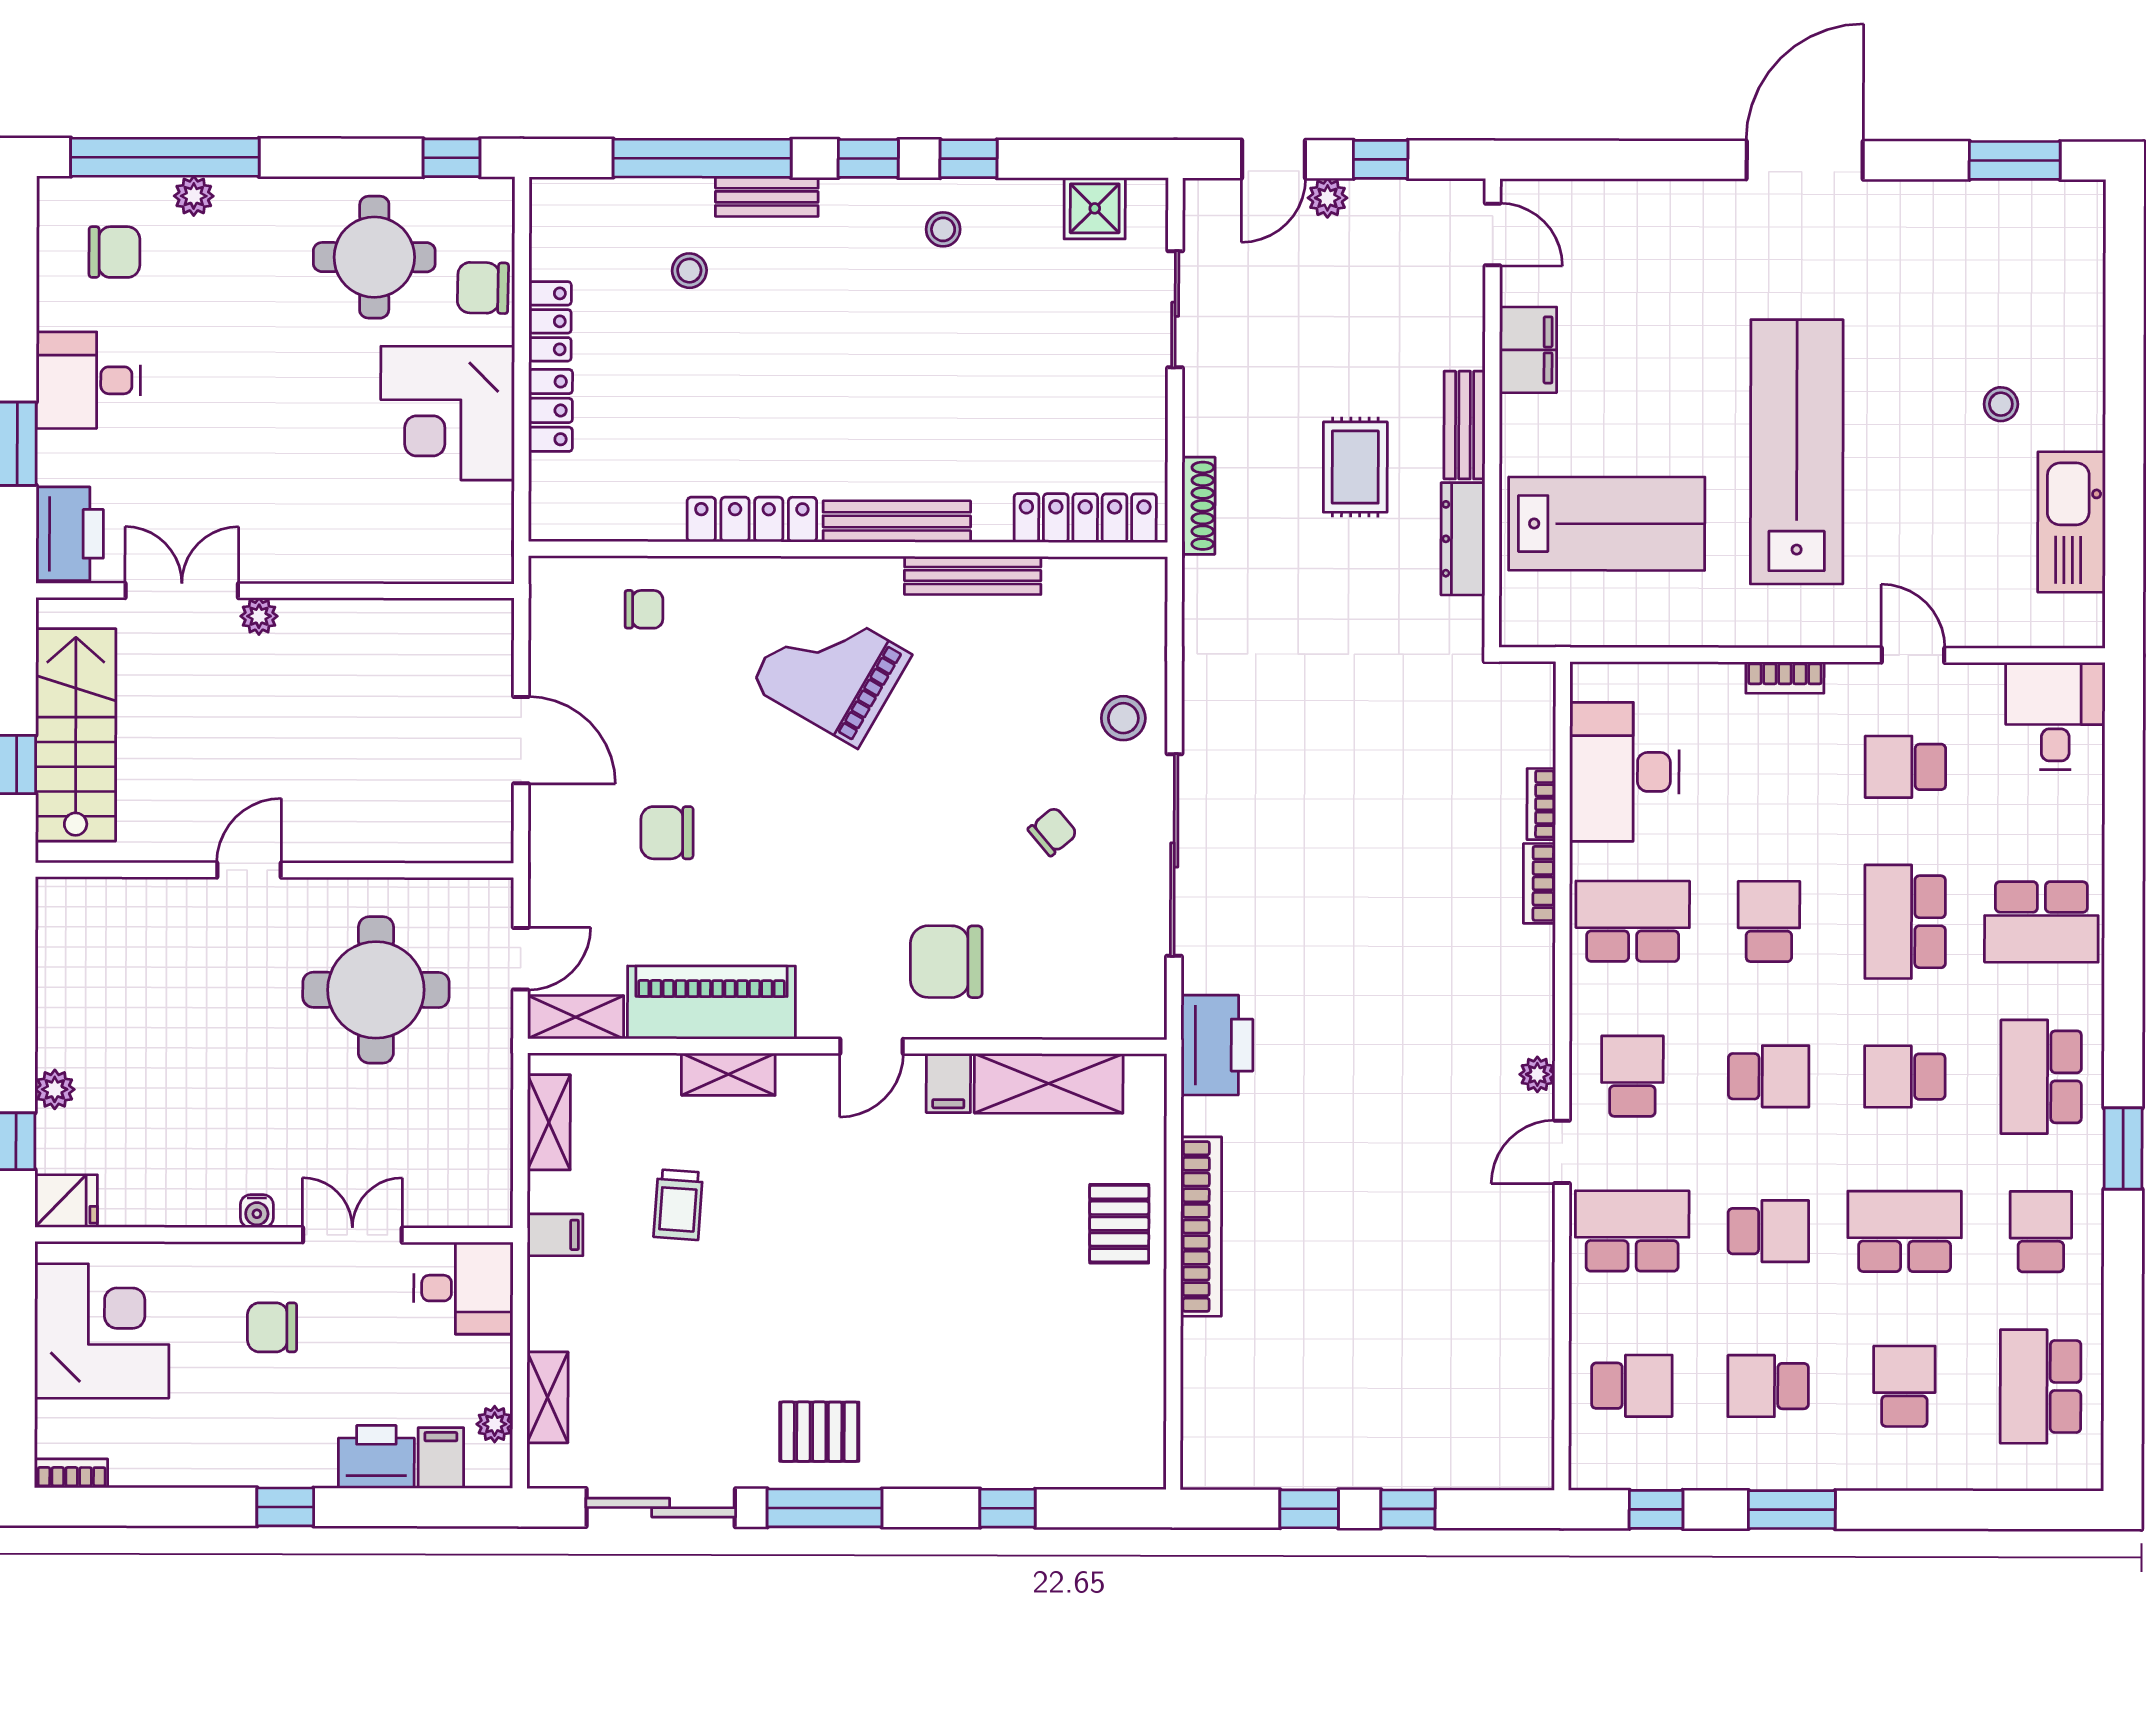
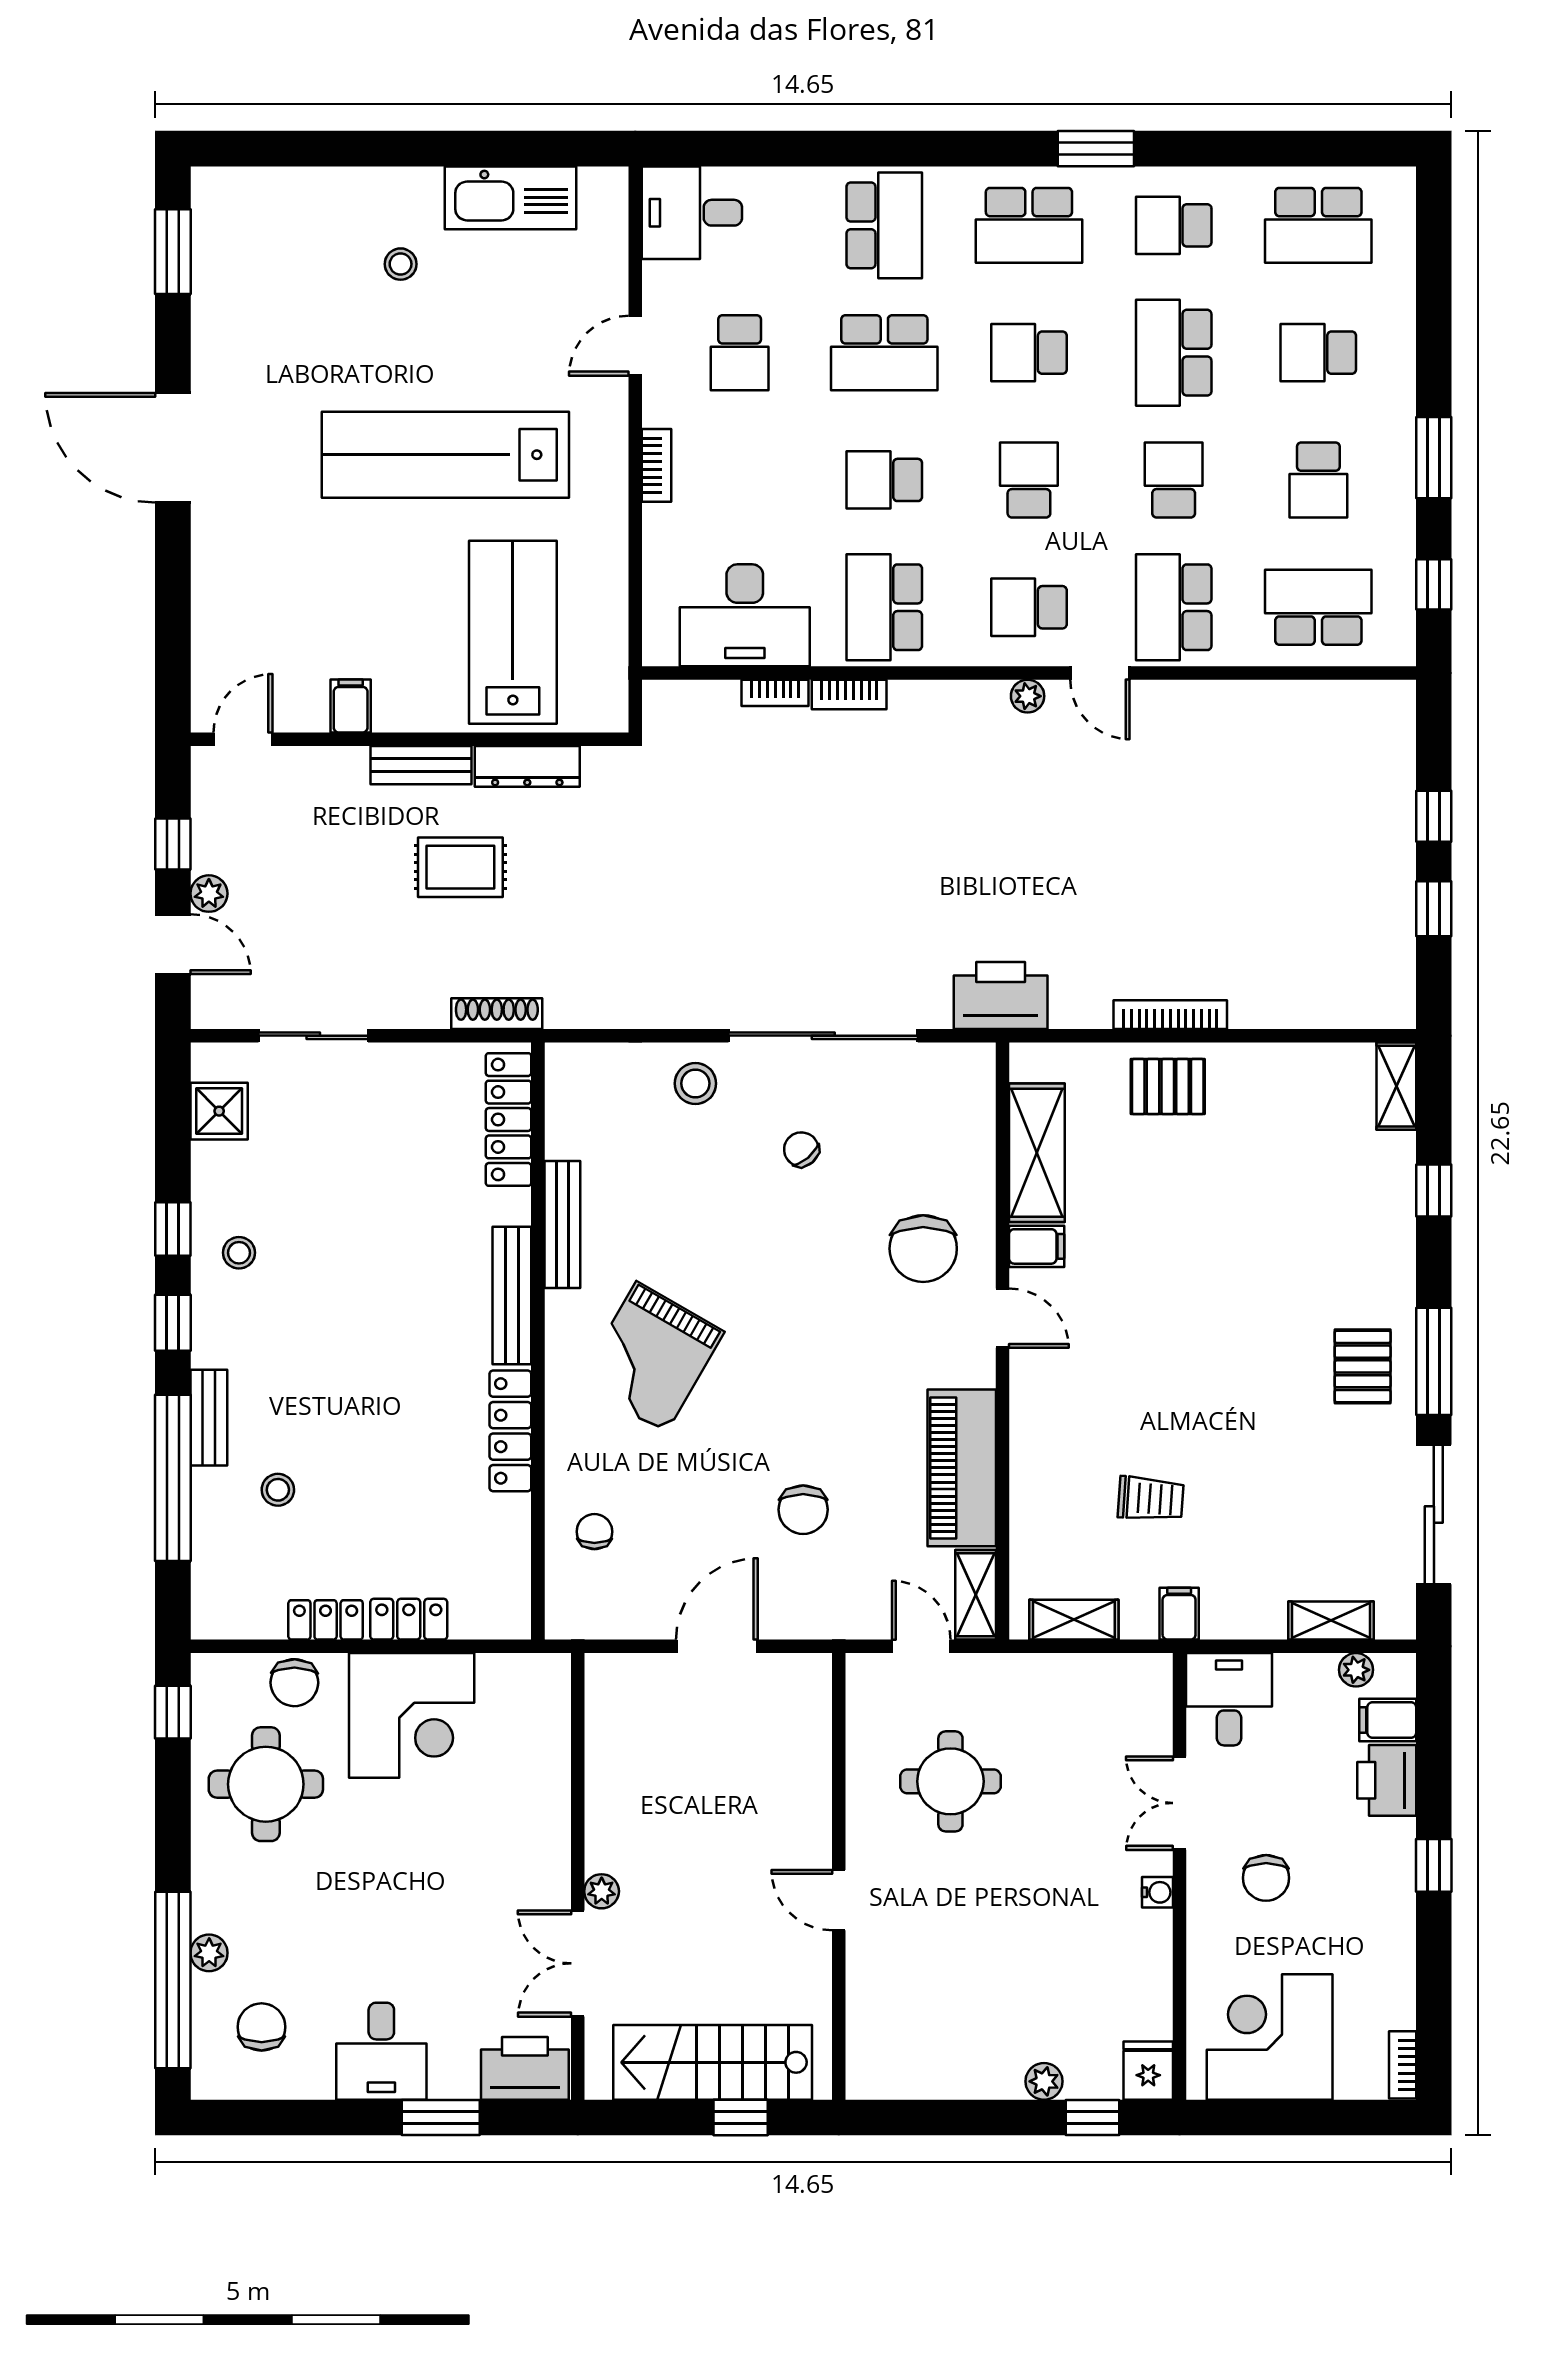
filing cabinet: (1528, 350) -> (351, 706), width x0.50
round table: (376, 990) -> (950, 1781), width x0.73, depth x0.73
shelving: (728, 1074) -> (1396, 1086), moved
school desk: (1905, 1077) -> (1029, 353), turned 90
bookcase: (1201, 1227) -> (1170, 1015), width x0.68, depth x0.76
school desk: (1632, 1386) -> (1318, 607), width x1.85

